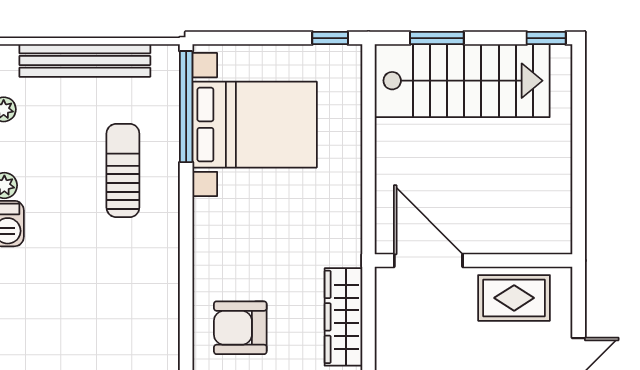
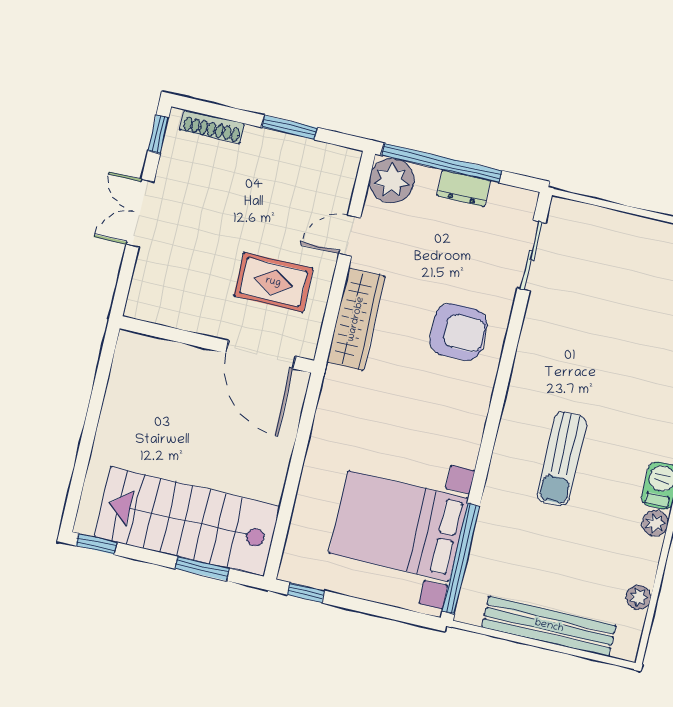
sun lounger: (123, 170) -> (562, 459), moved
rug: (514, 298) -> (273, 282), moved

